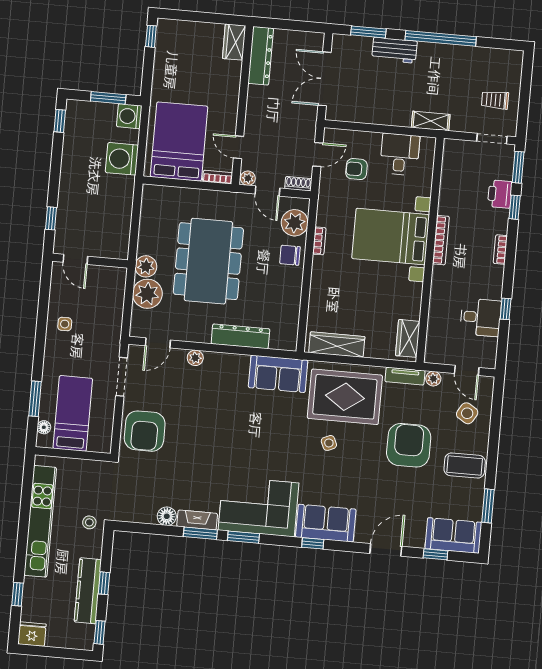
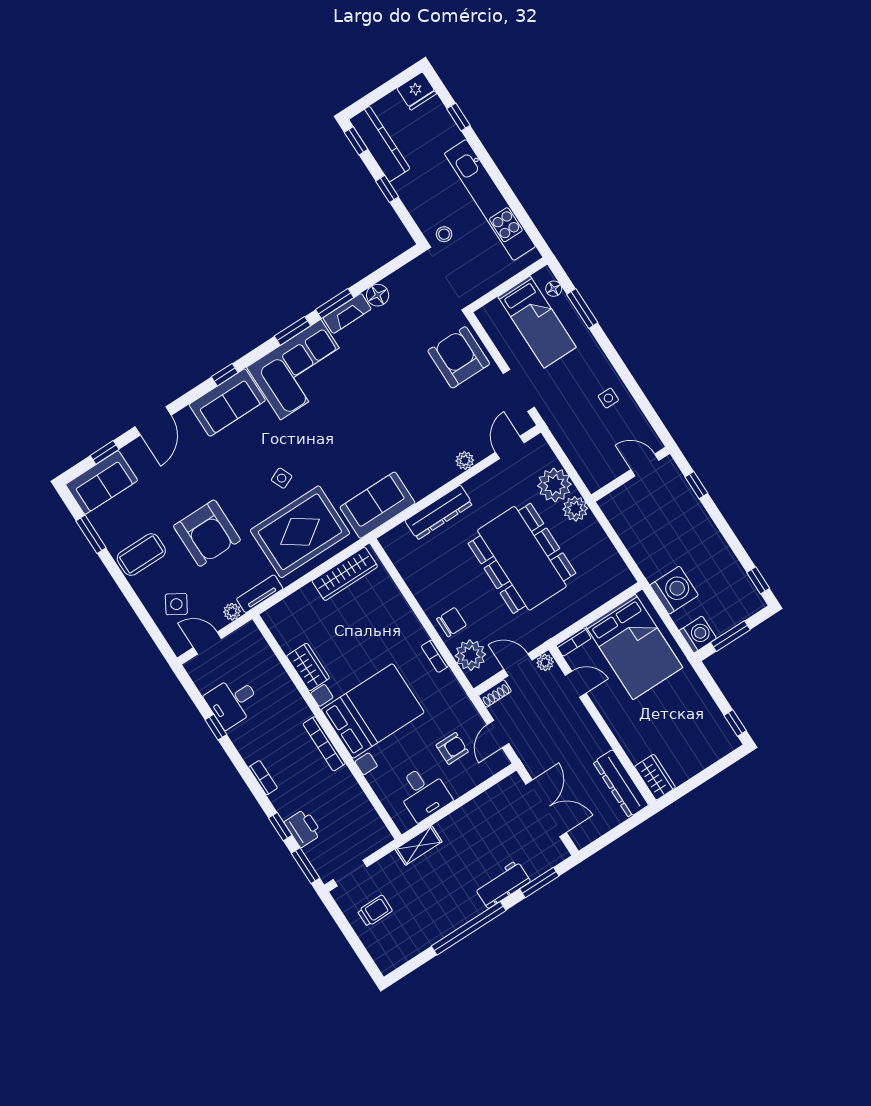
wardrobe: (408, 338) -> (308, 667), moved
kitchen counter: (88, 591) -> (379, 144), moved

